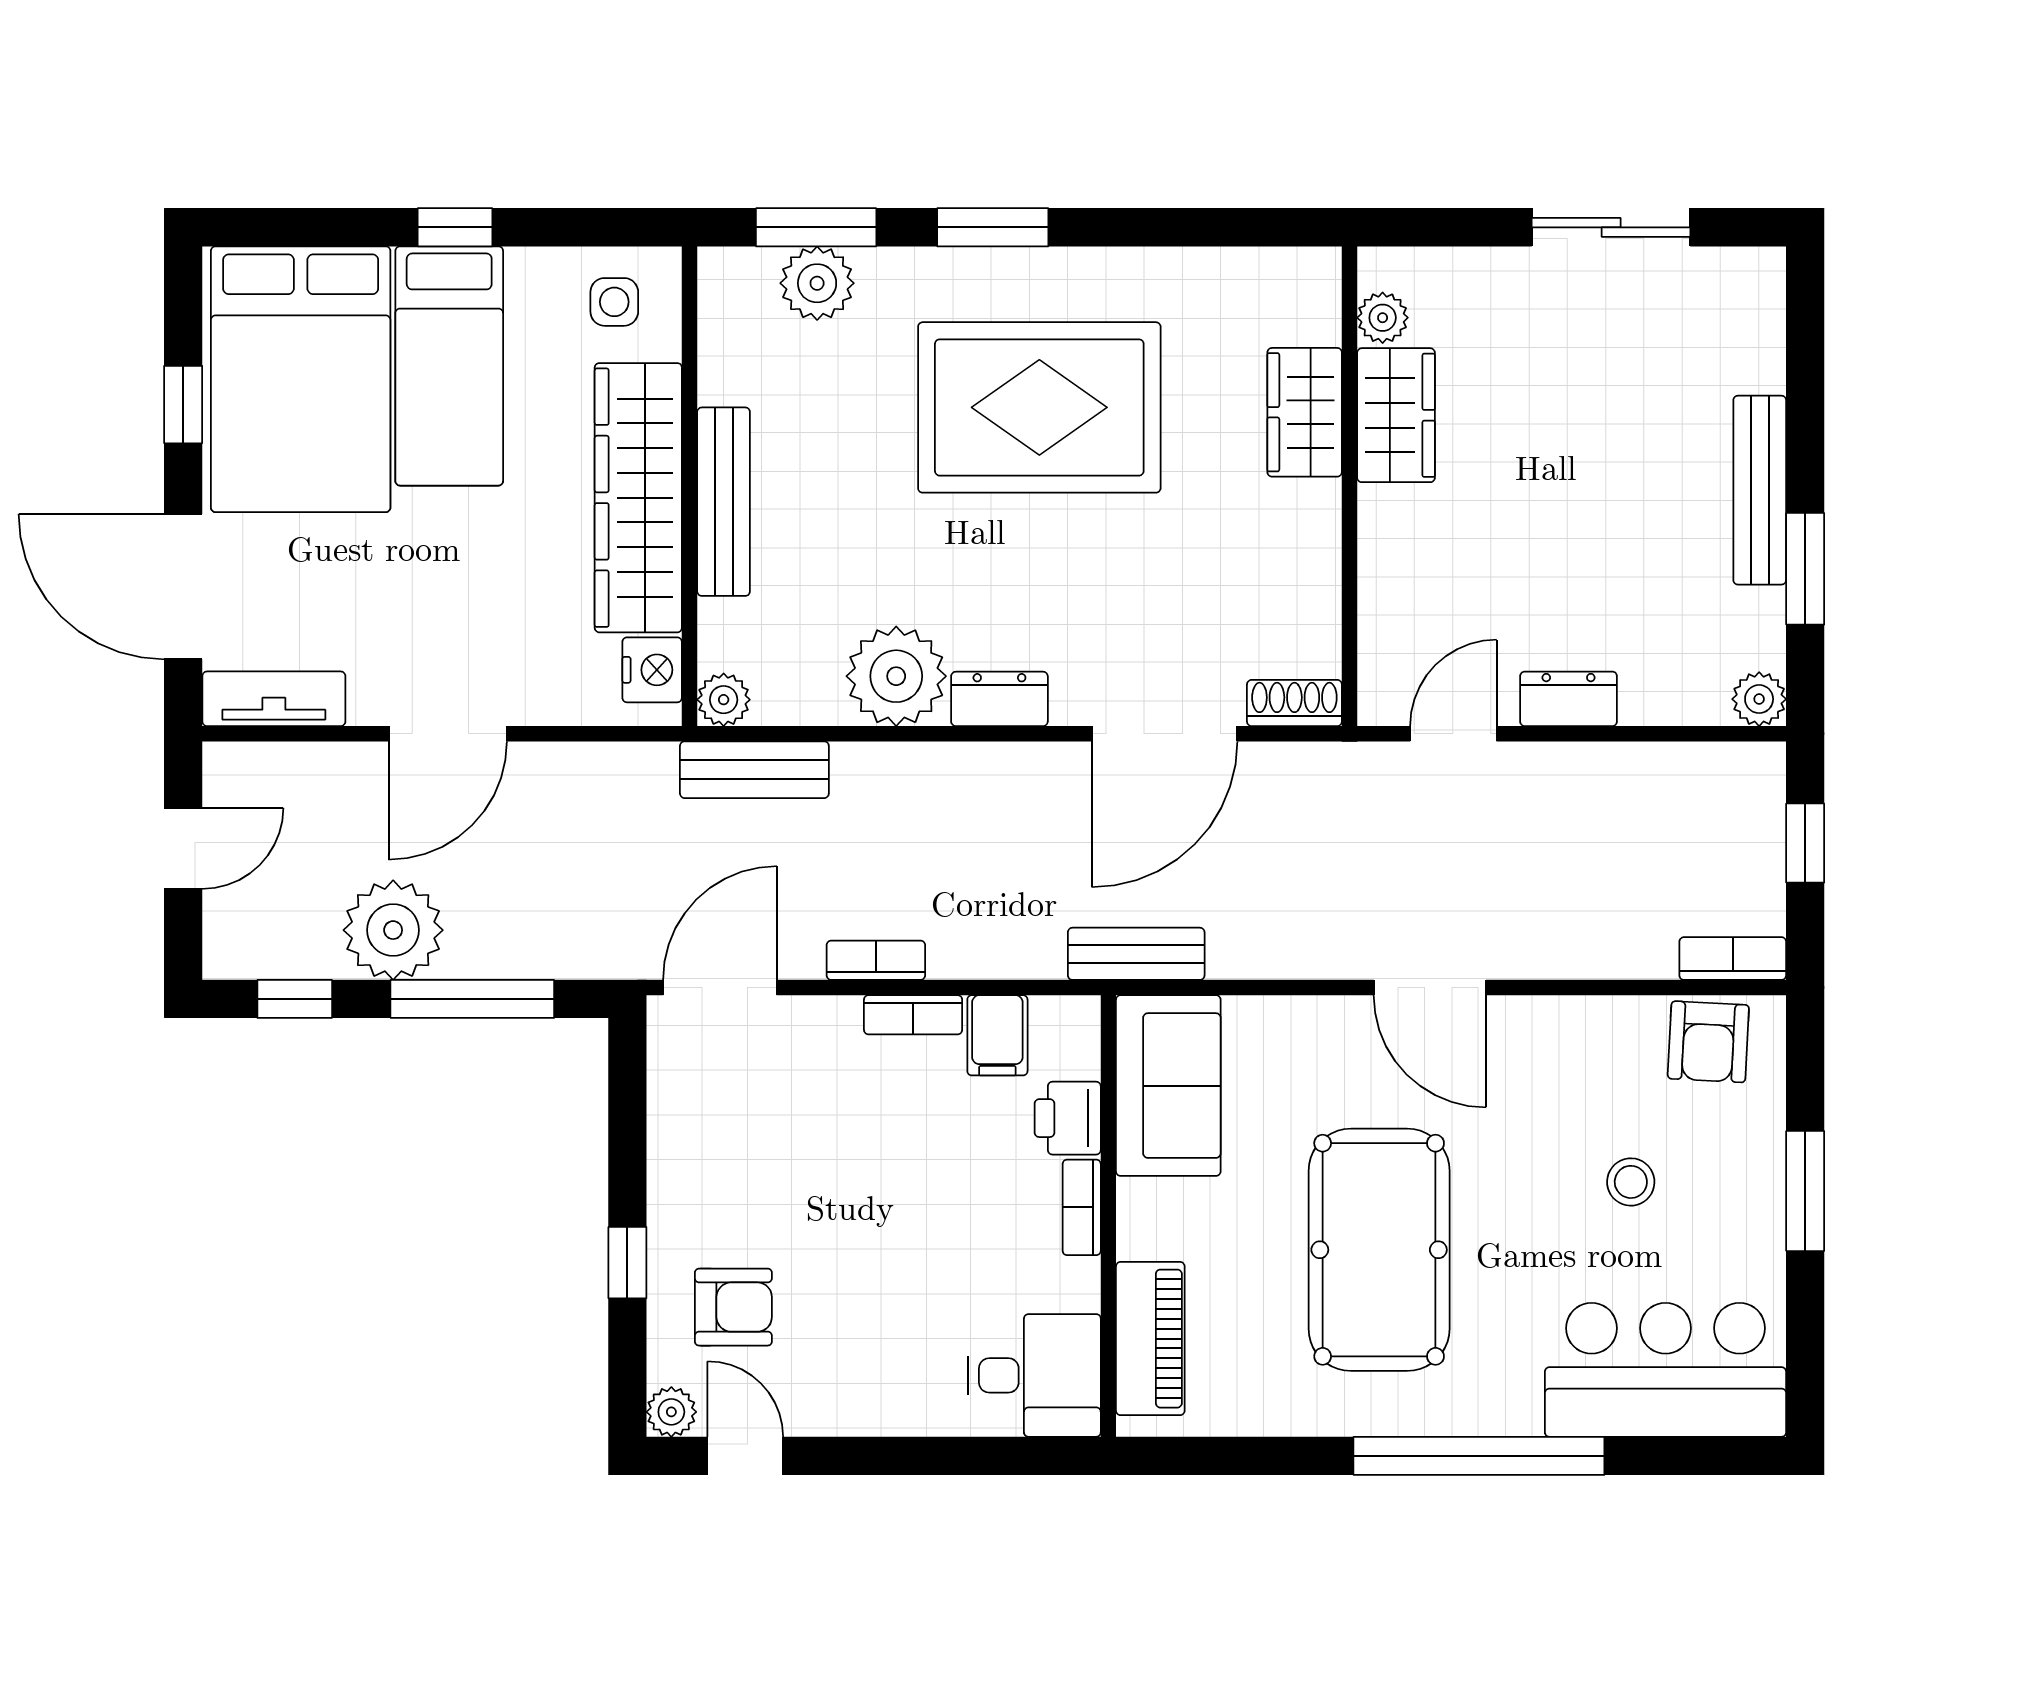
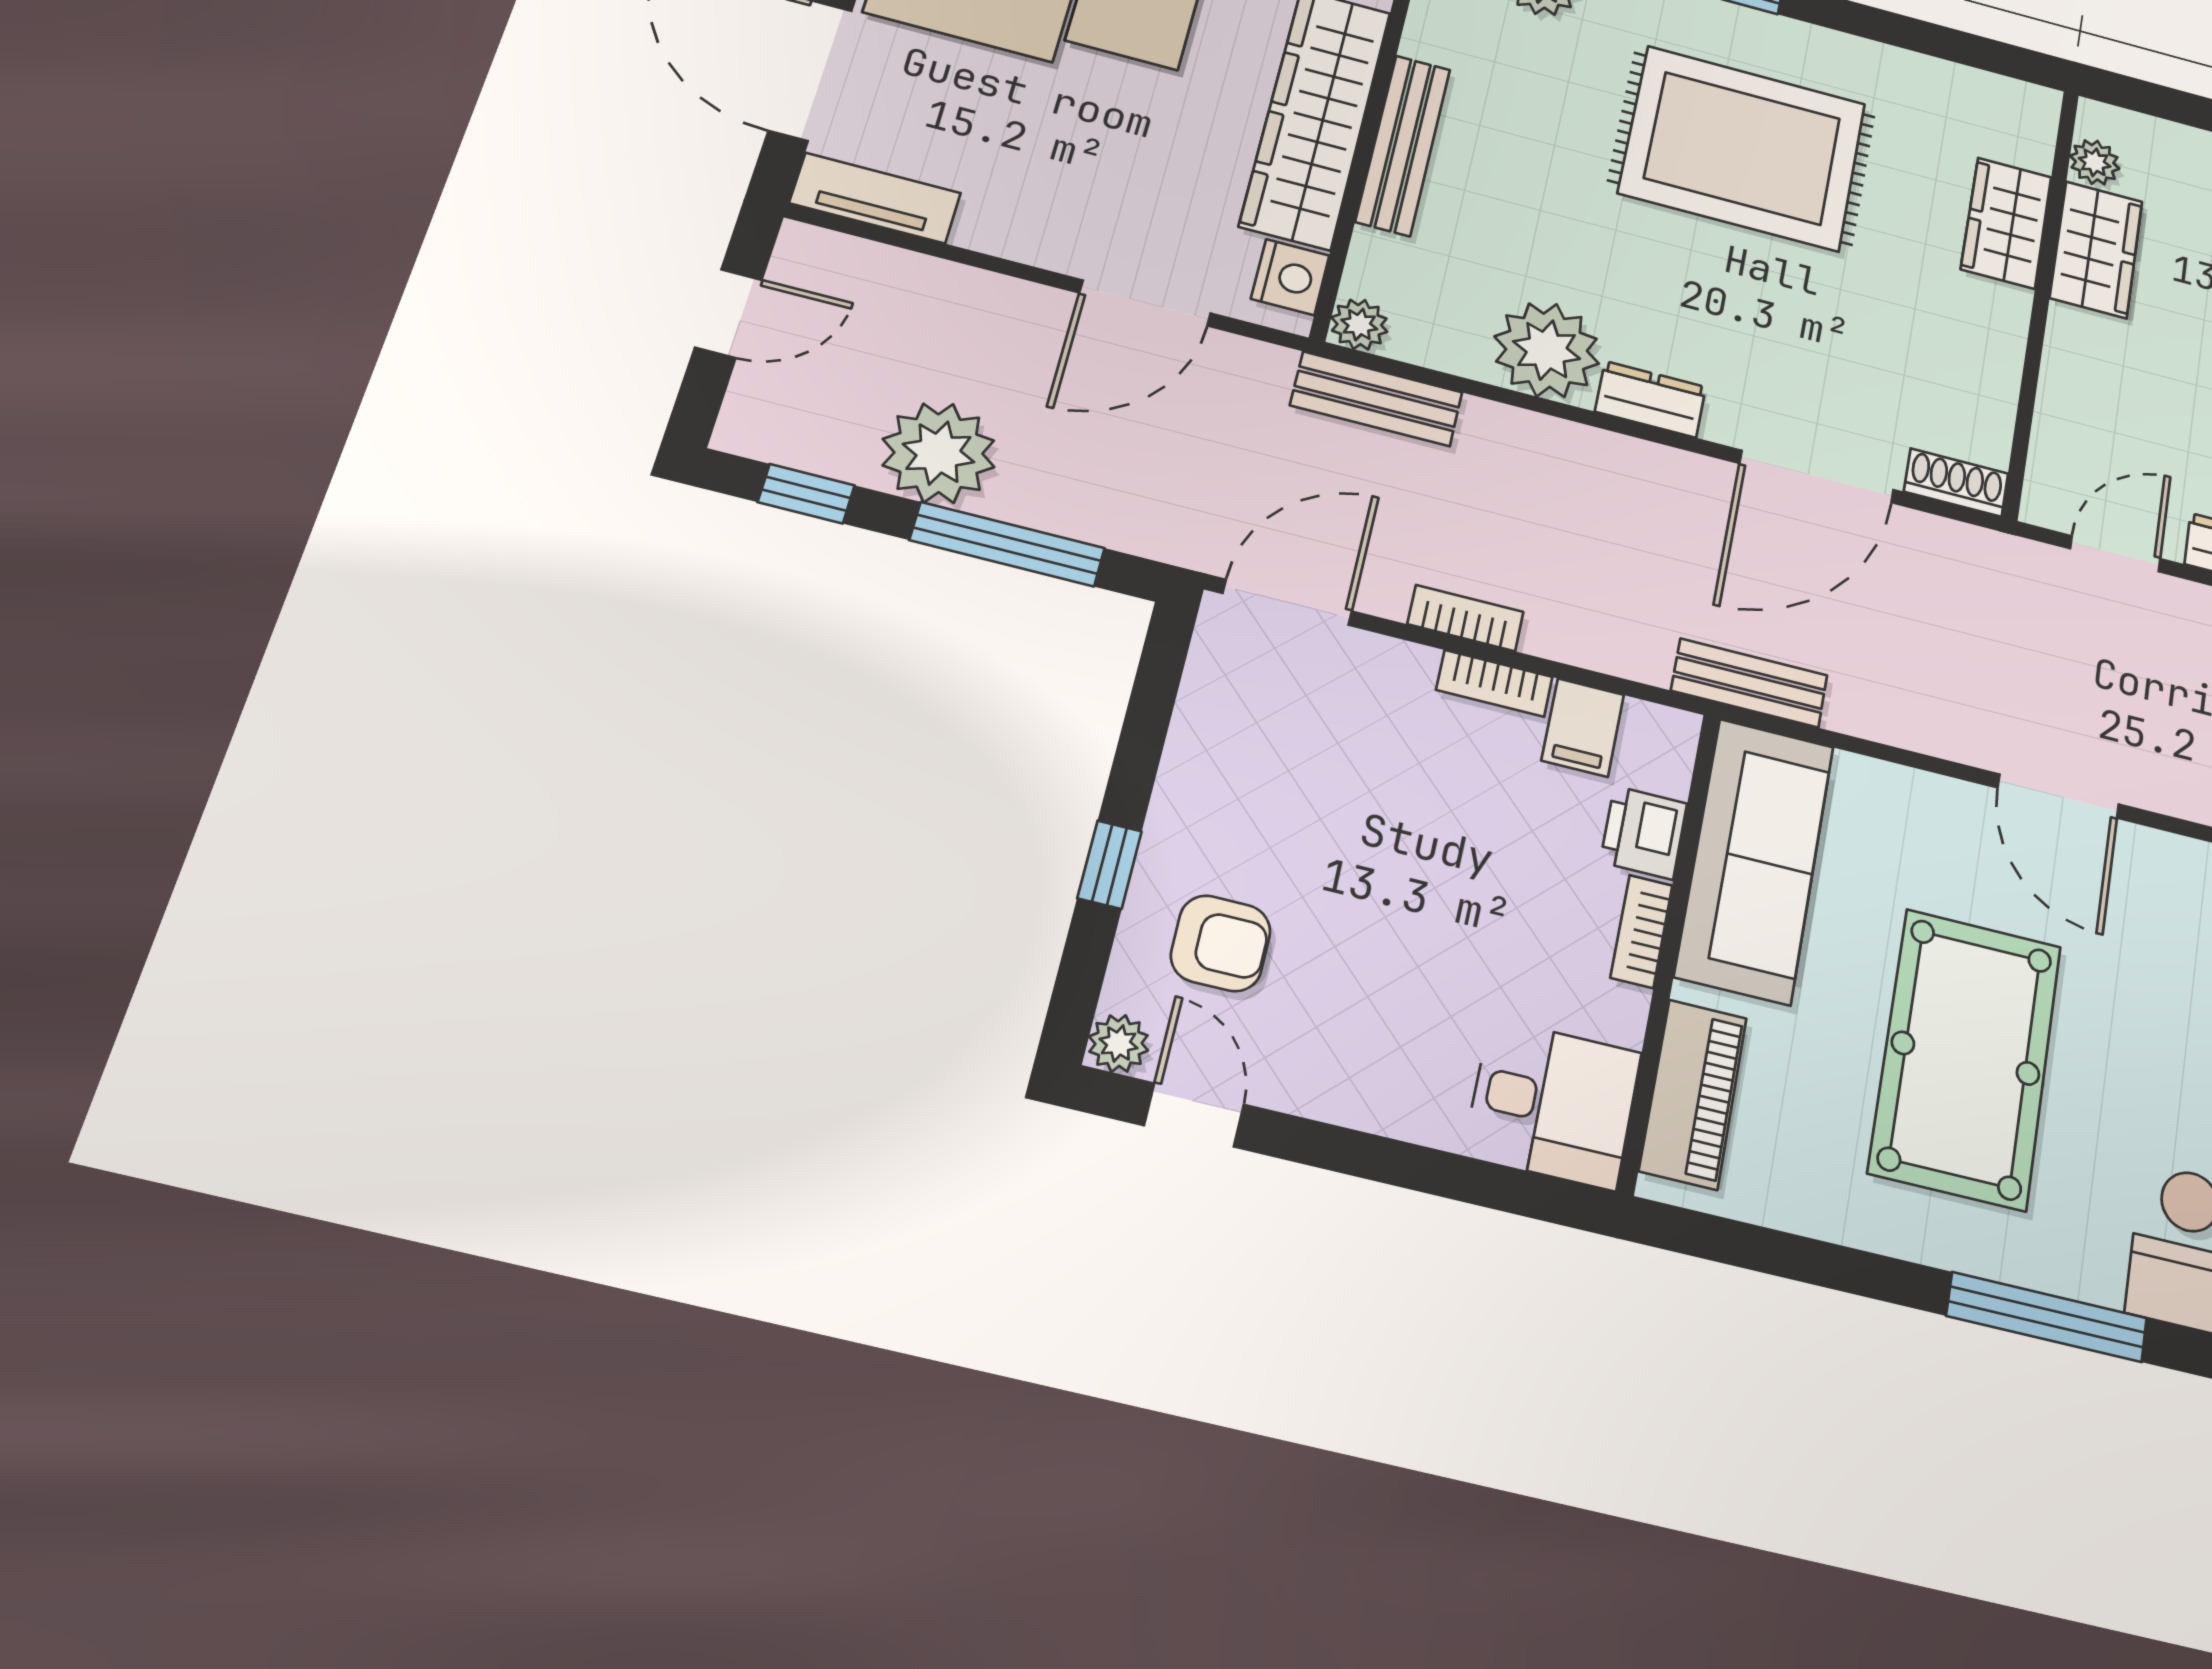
door: (448, 734) -> (1145, 303), moved
sofa: (1168, 1086) -> (1755, 860), width x1.36
window: (1479, 1456) -> (2047, 1317), width x0.68

